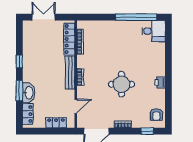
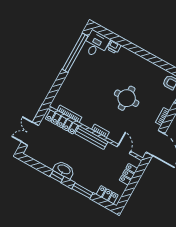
printer: (160, 83) -> (114, 47), moved
washbasin: (29, 93) -> (64, 170), moved

